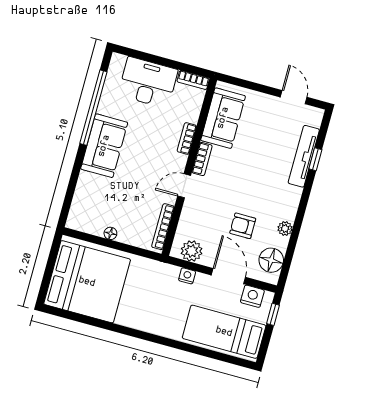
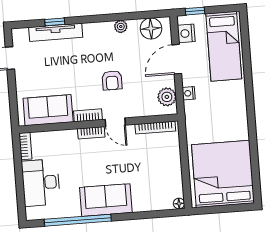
bookcase: (187, 139) -> (91, 133), moved
armchair: (243, 226) -> (112, 80), moved
floor lamp: (110, 233) -> (179, 204), moved

